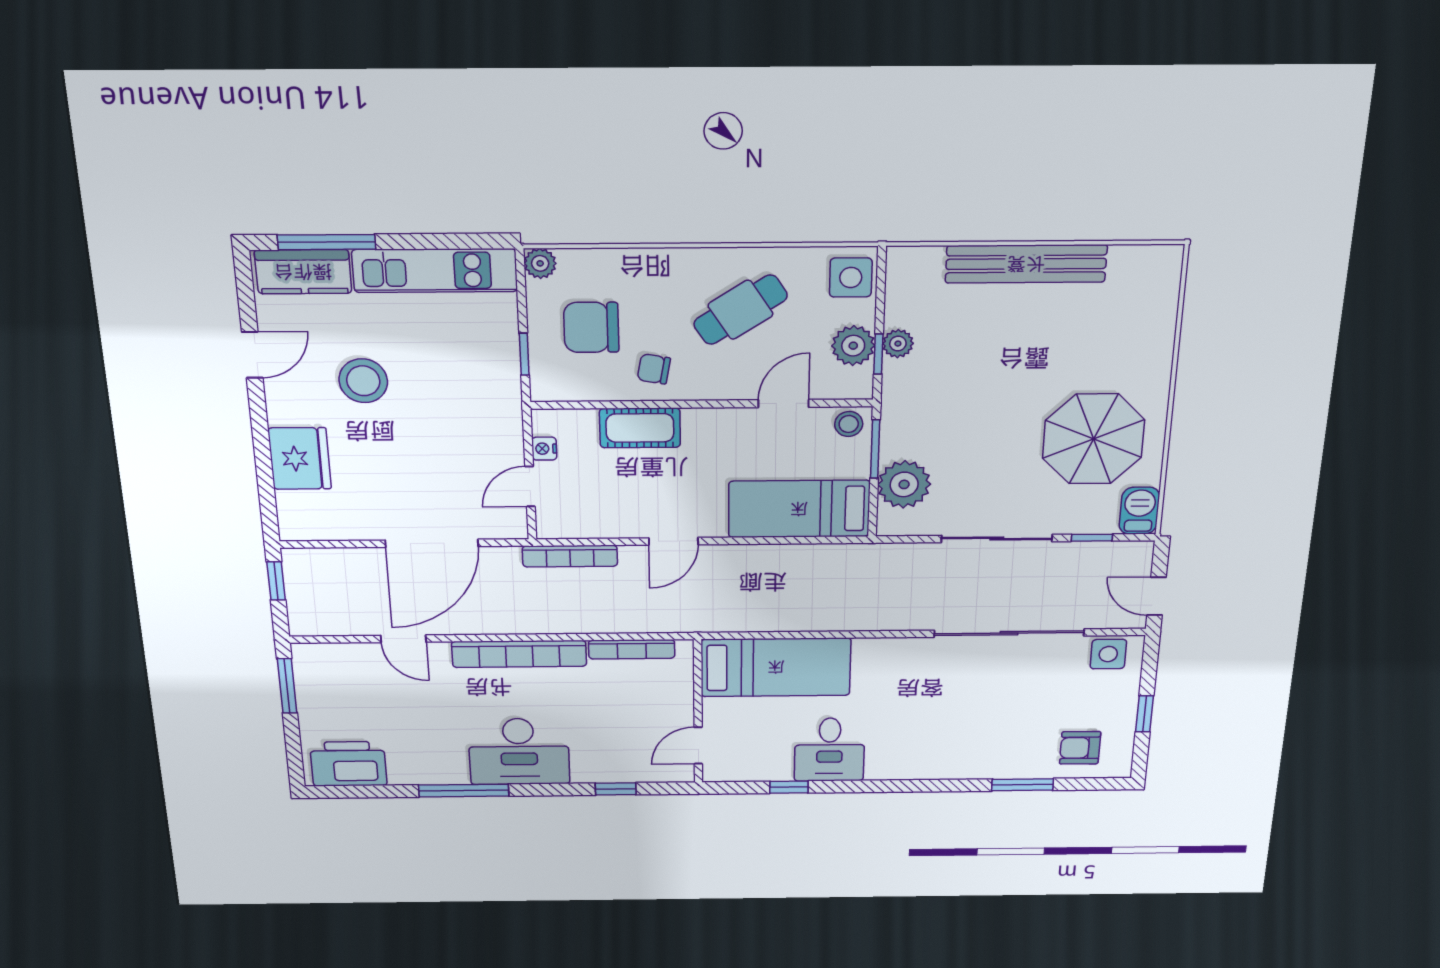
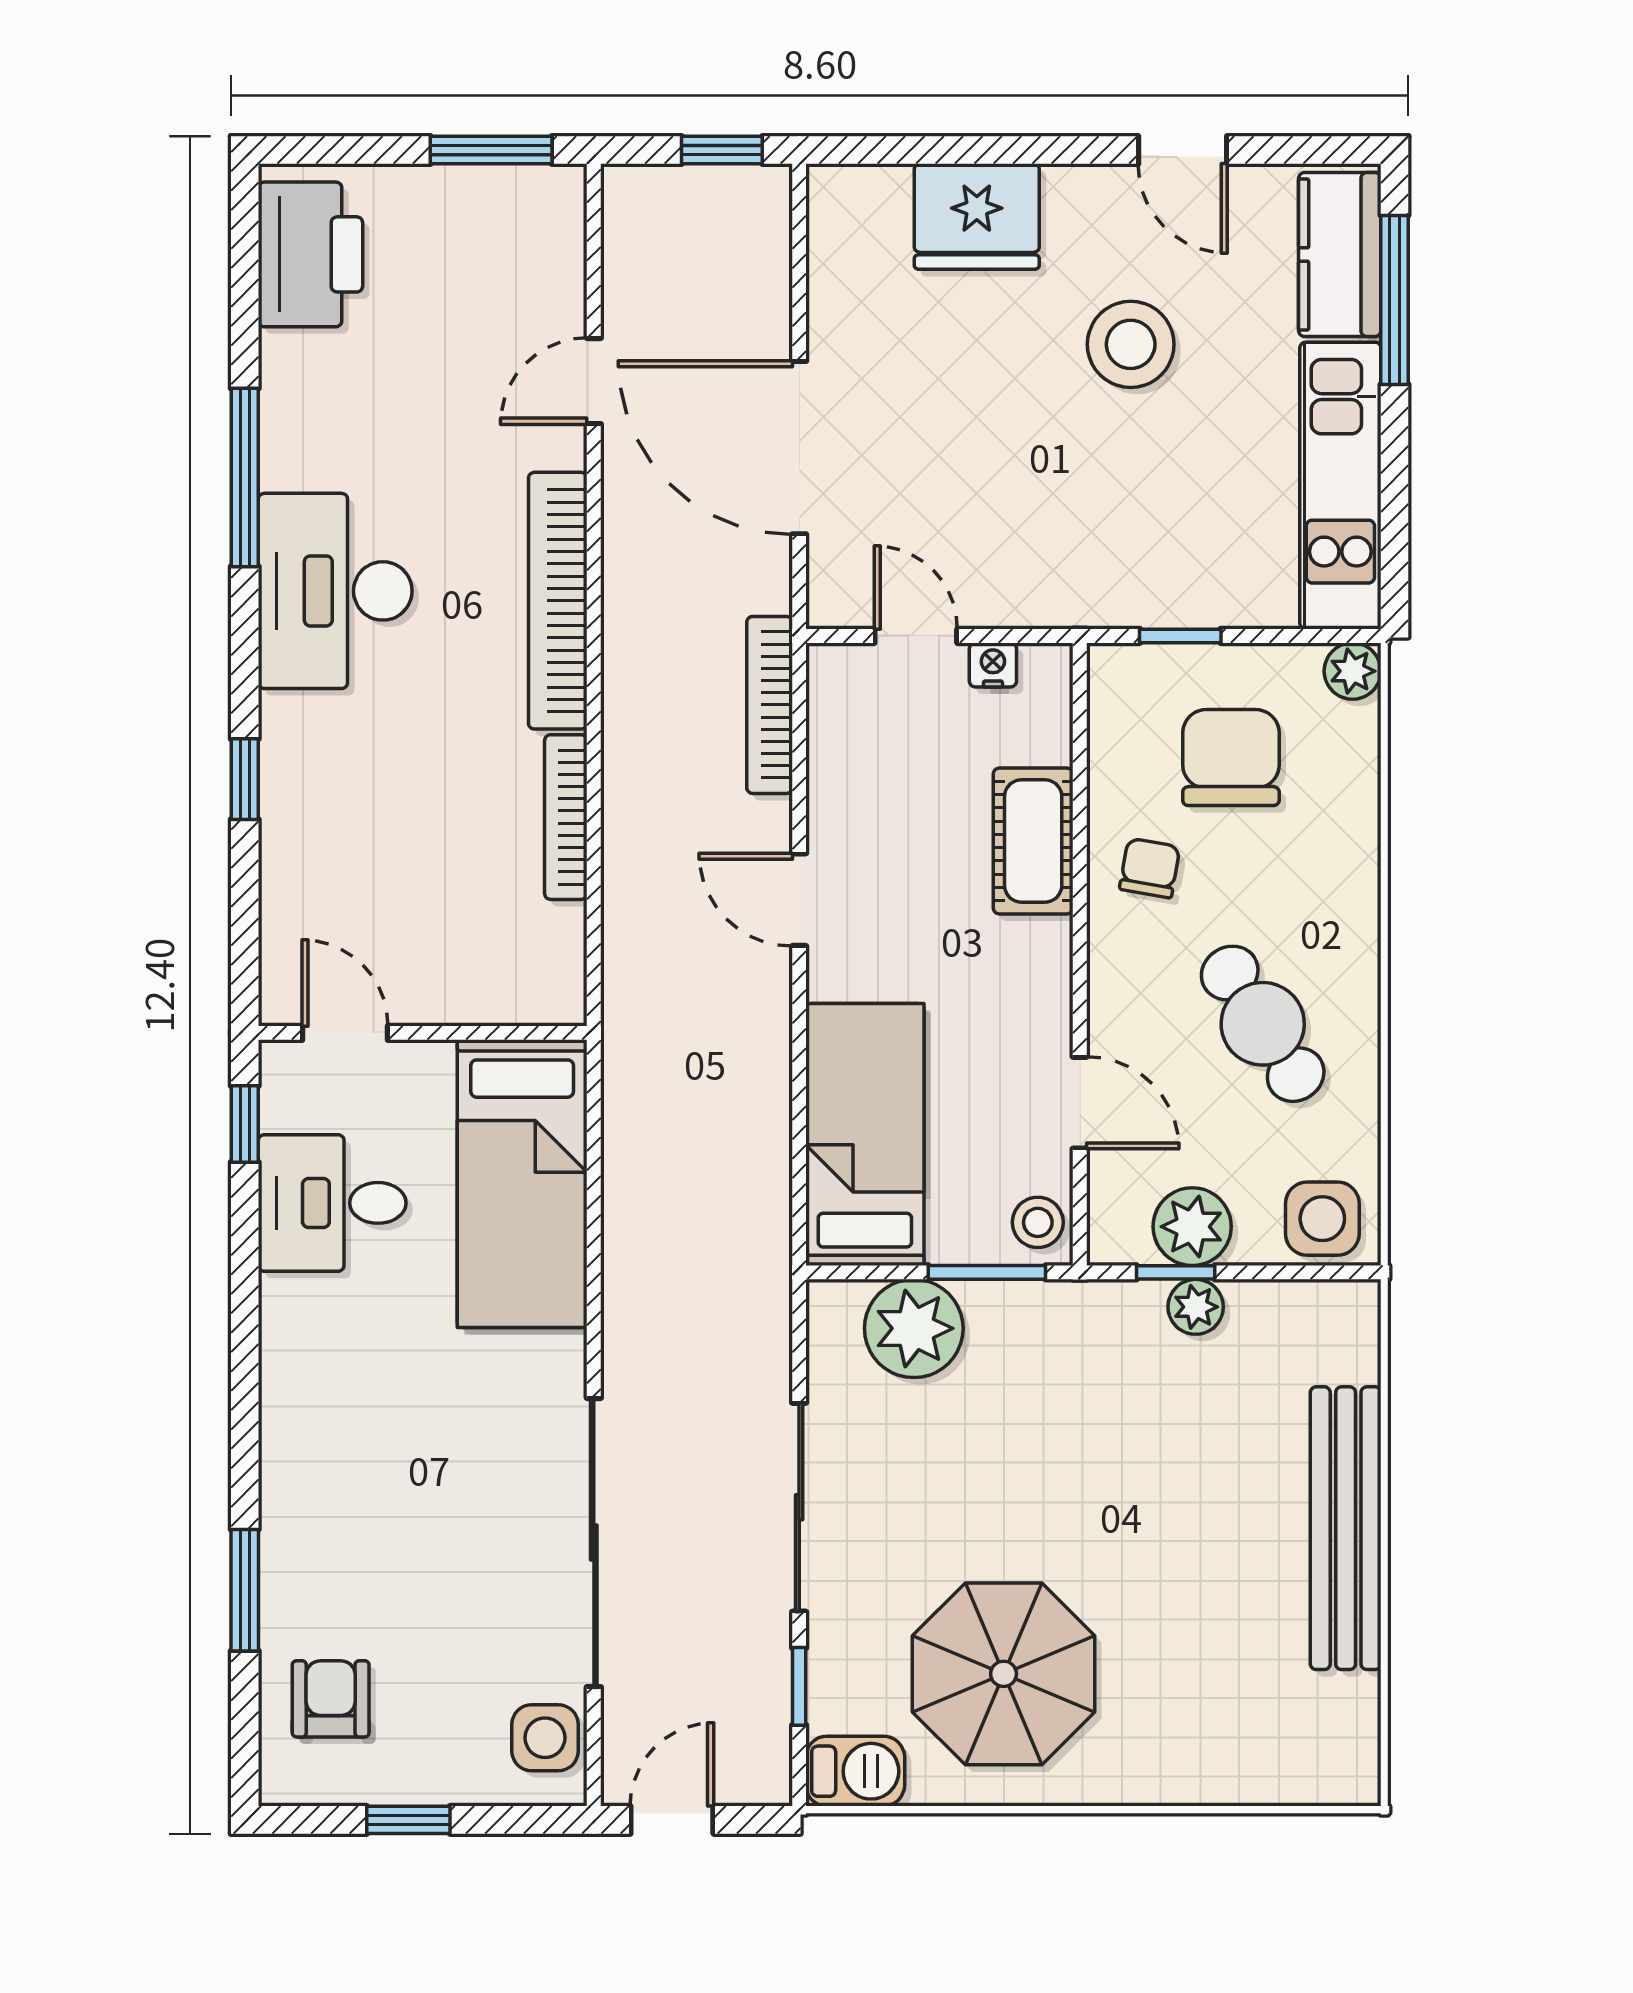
bed: (776, 667) -> (522, 1184), moved
wall: (698, 712) -> (423, 1033), moved
door: (698, 746) -> (345, 1033), moved

